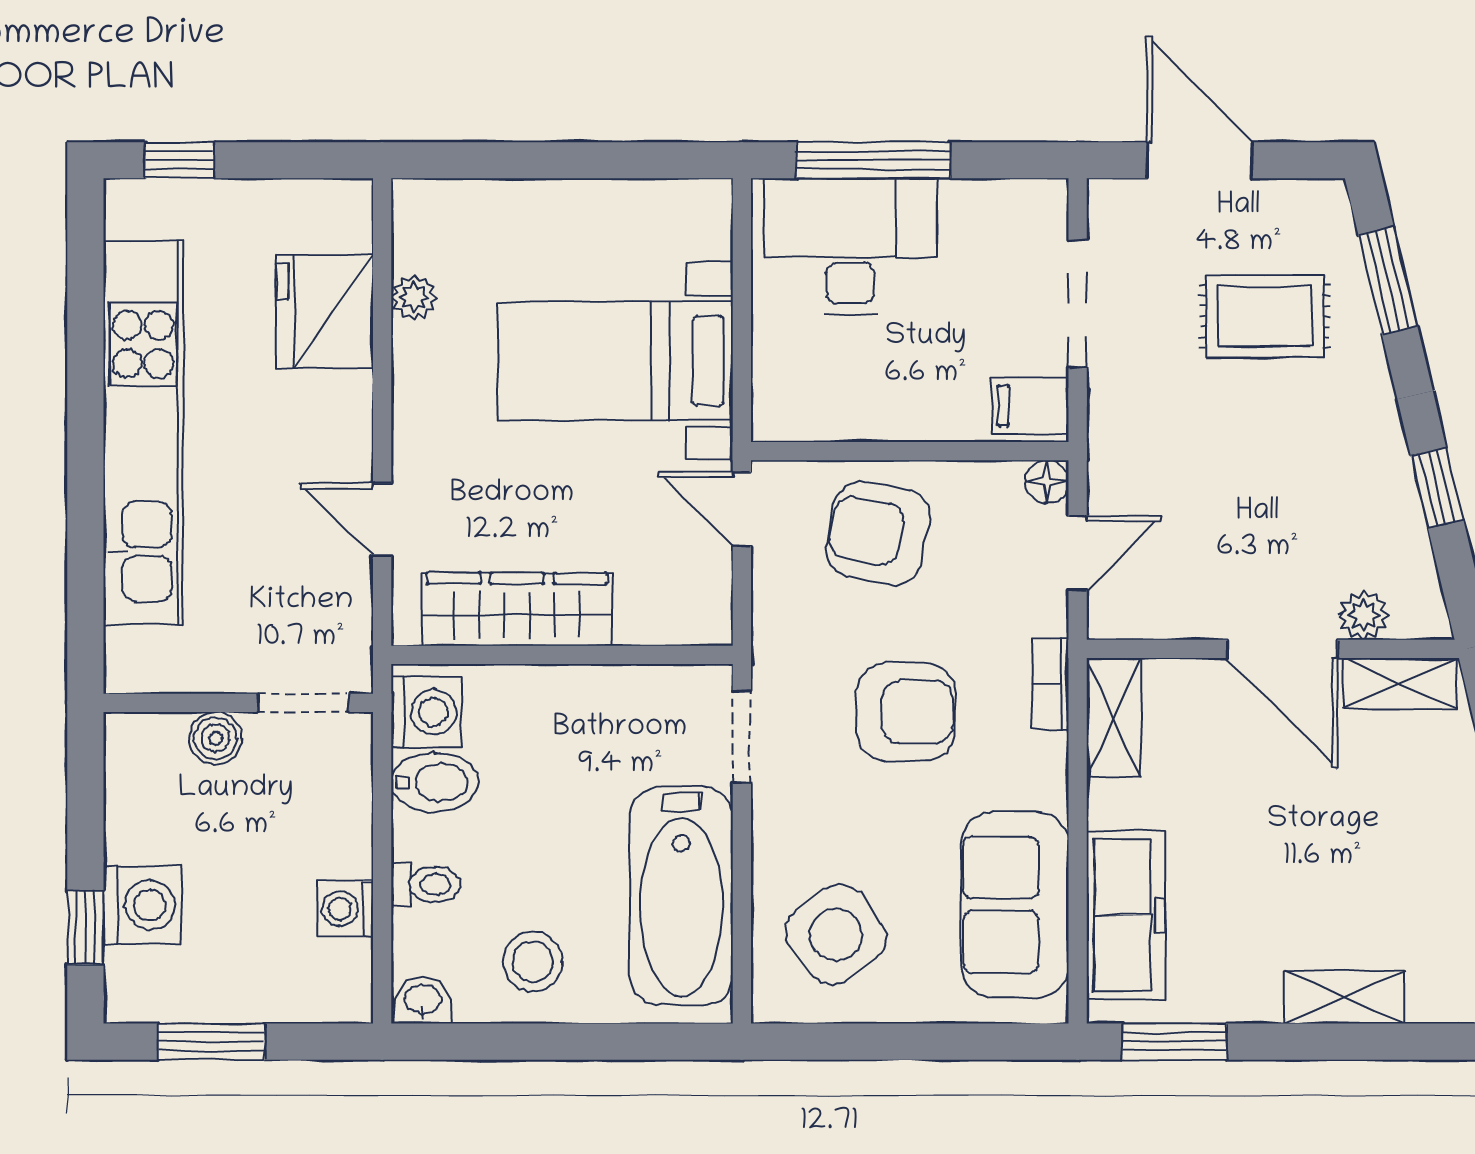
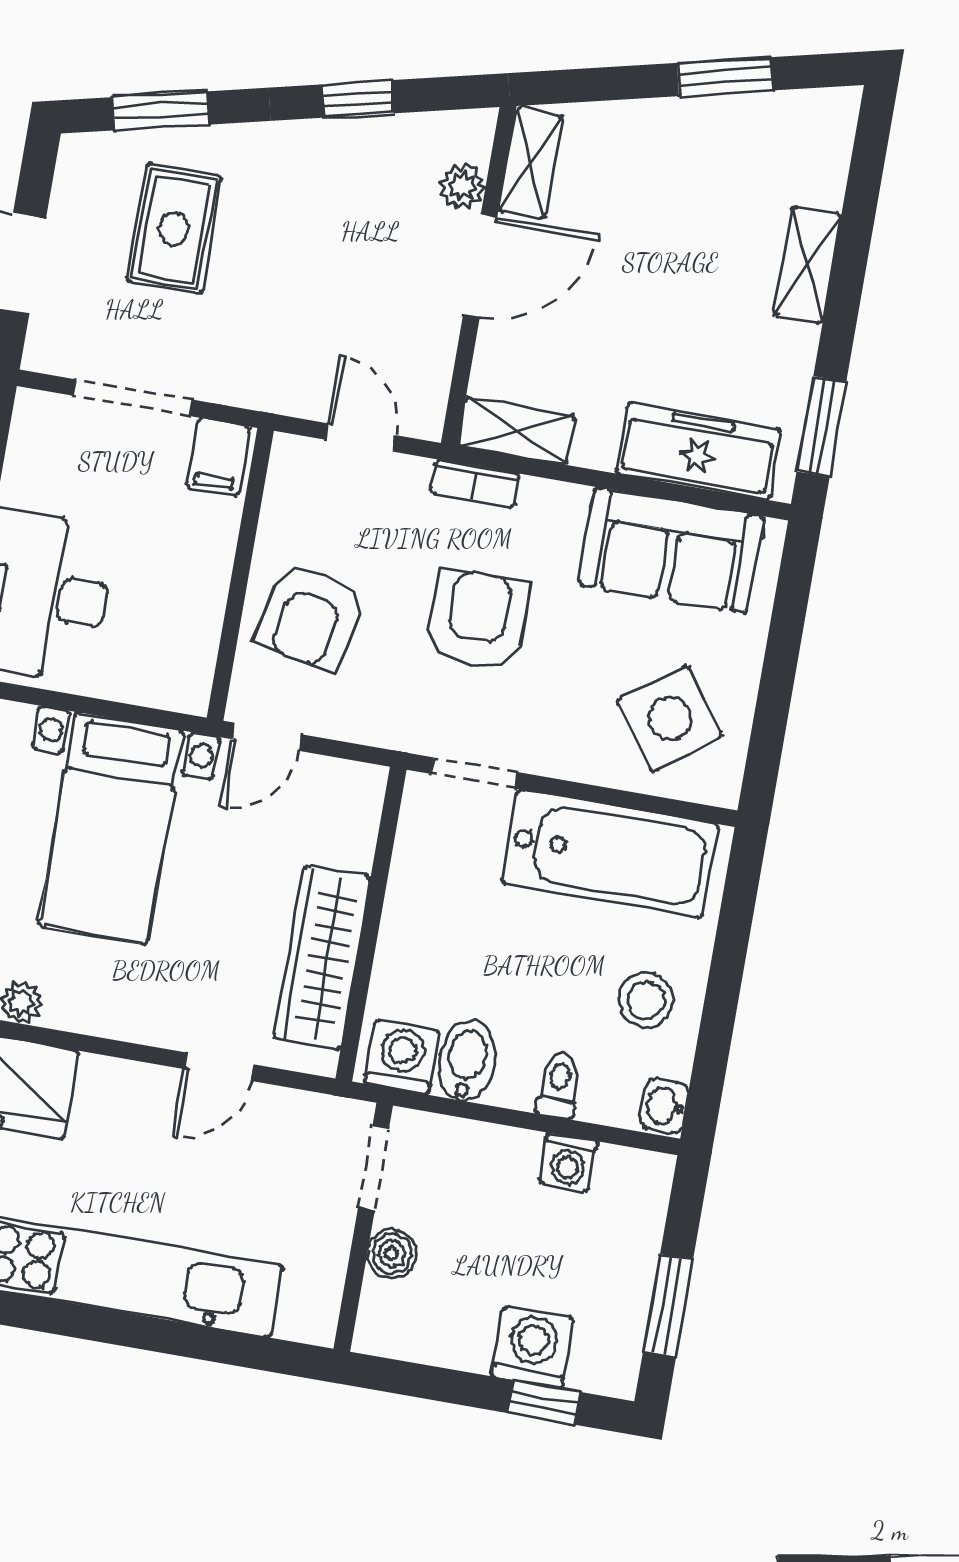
floor lamp: (1047, 482) -> (290, 454), removed

